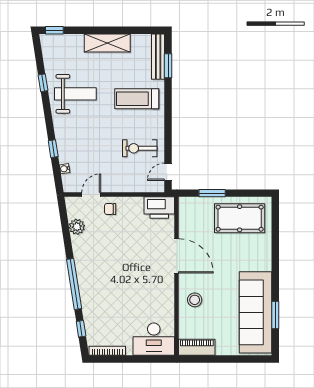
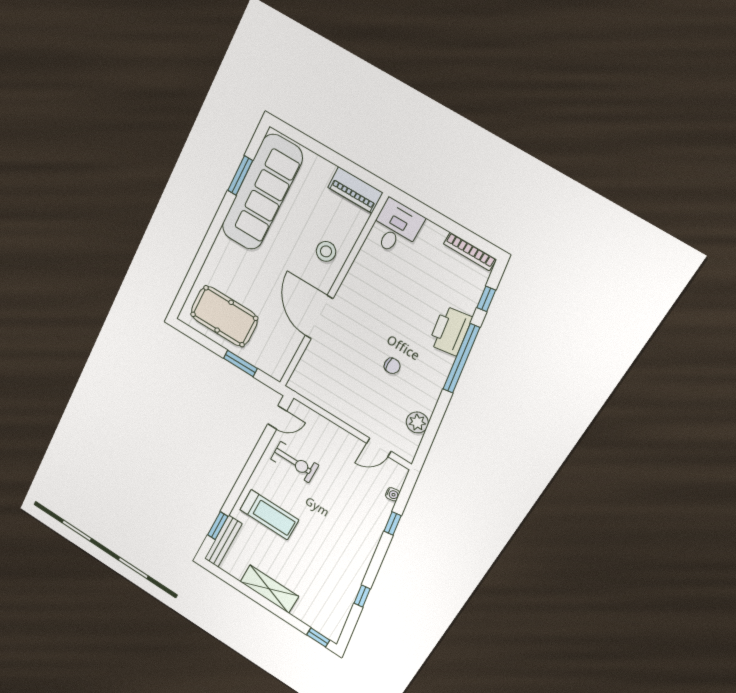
weight bench: (75, 94) -> (333, 562), removed
printer: (159, 208) -> (450, 331), moved, turned -99
chair: (110, 209) -> (392, 366), moved
desk: (154, 339) -> (396, 228), width x0.73

